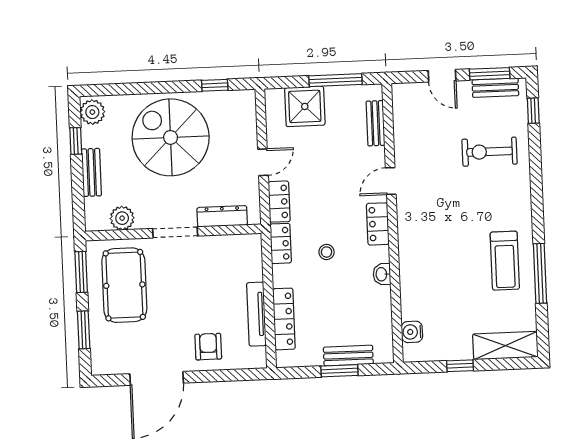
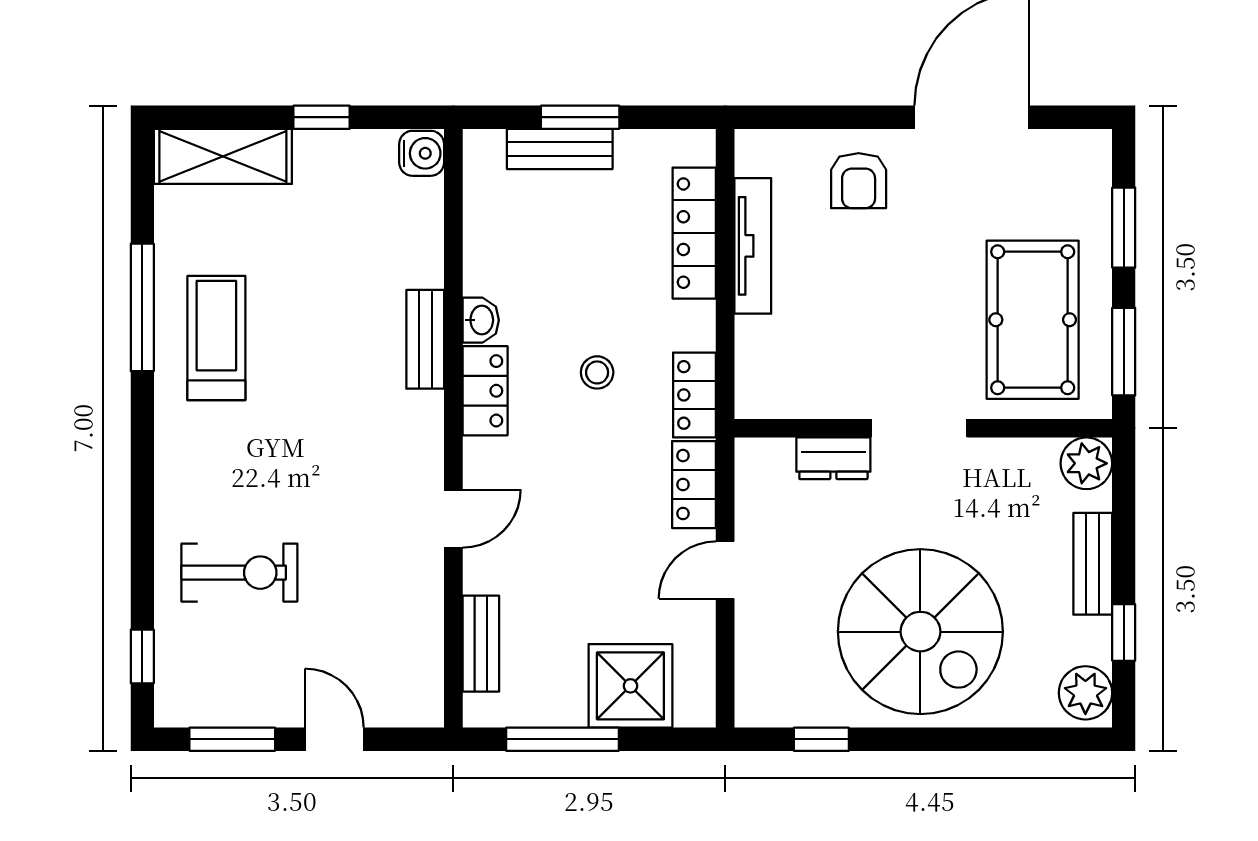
bench: (495, 88) -> (425, 339), moved, turned 90
dresser: (222, 216) -> (833, 458), width x0.70
plant: (122, 218) -> (1086, 463), moved
locker: (378, 224) -> (485, 391), moved
water cooler: (412, 332) -> (422, 153), moved

